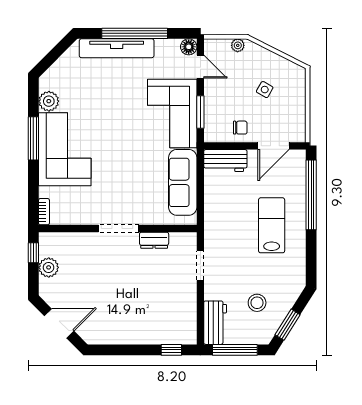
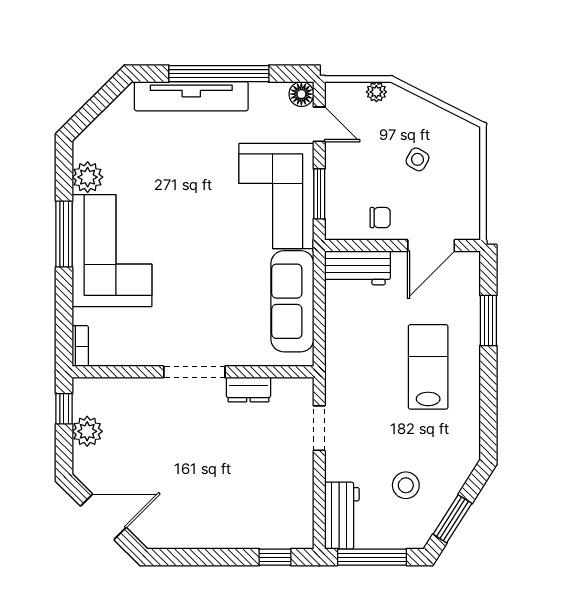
window: (311, 195) -> (488, 321), width x0.47

